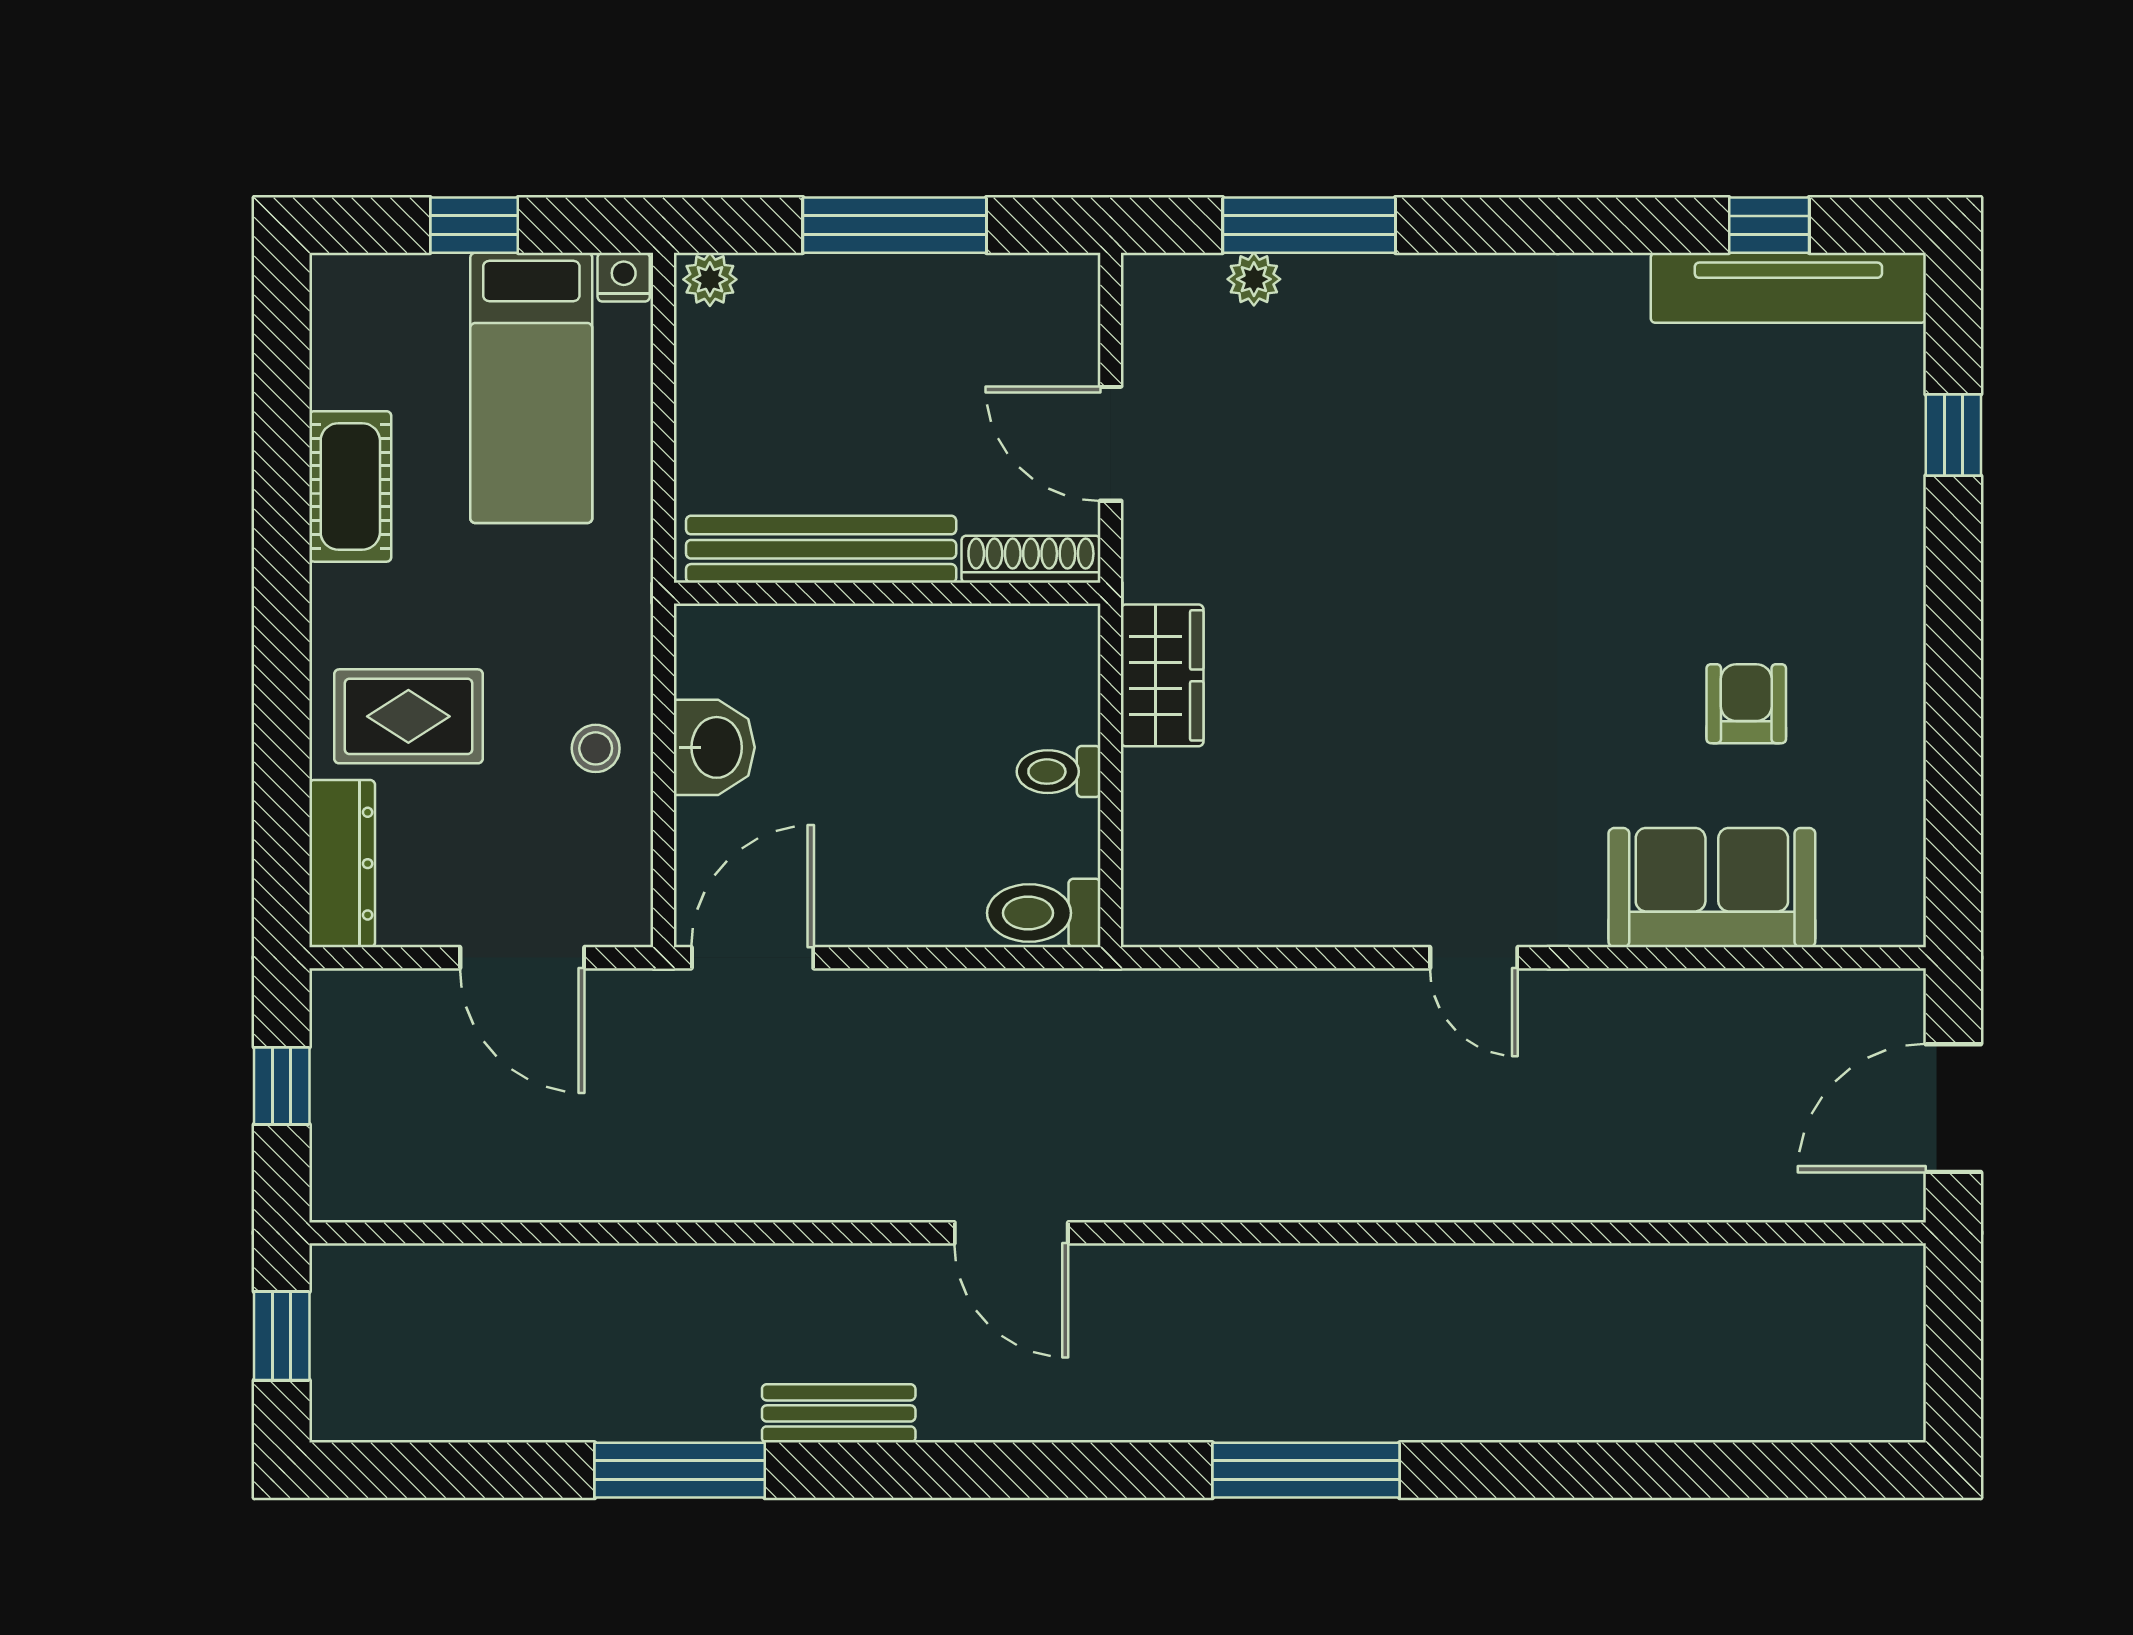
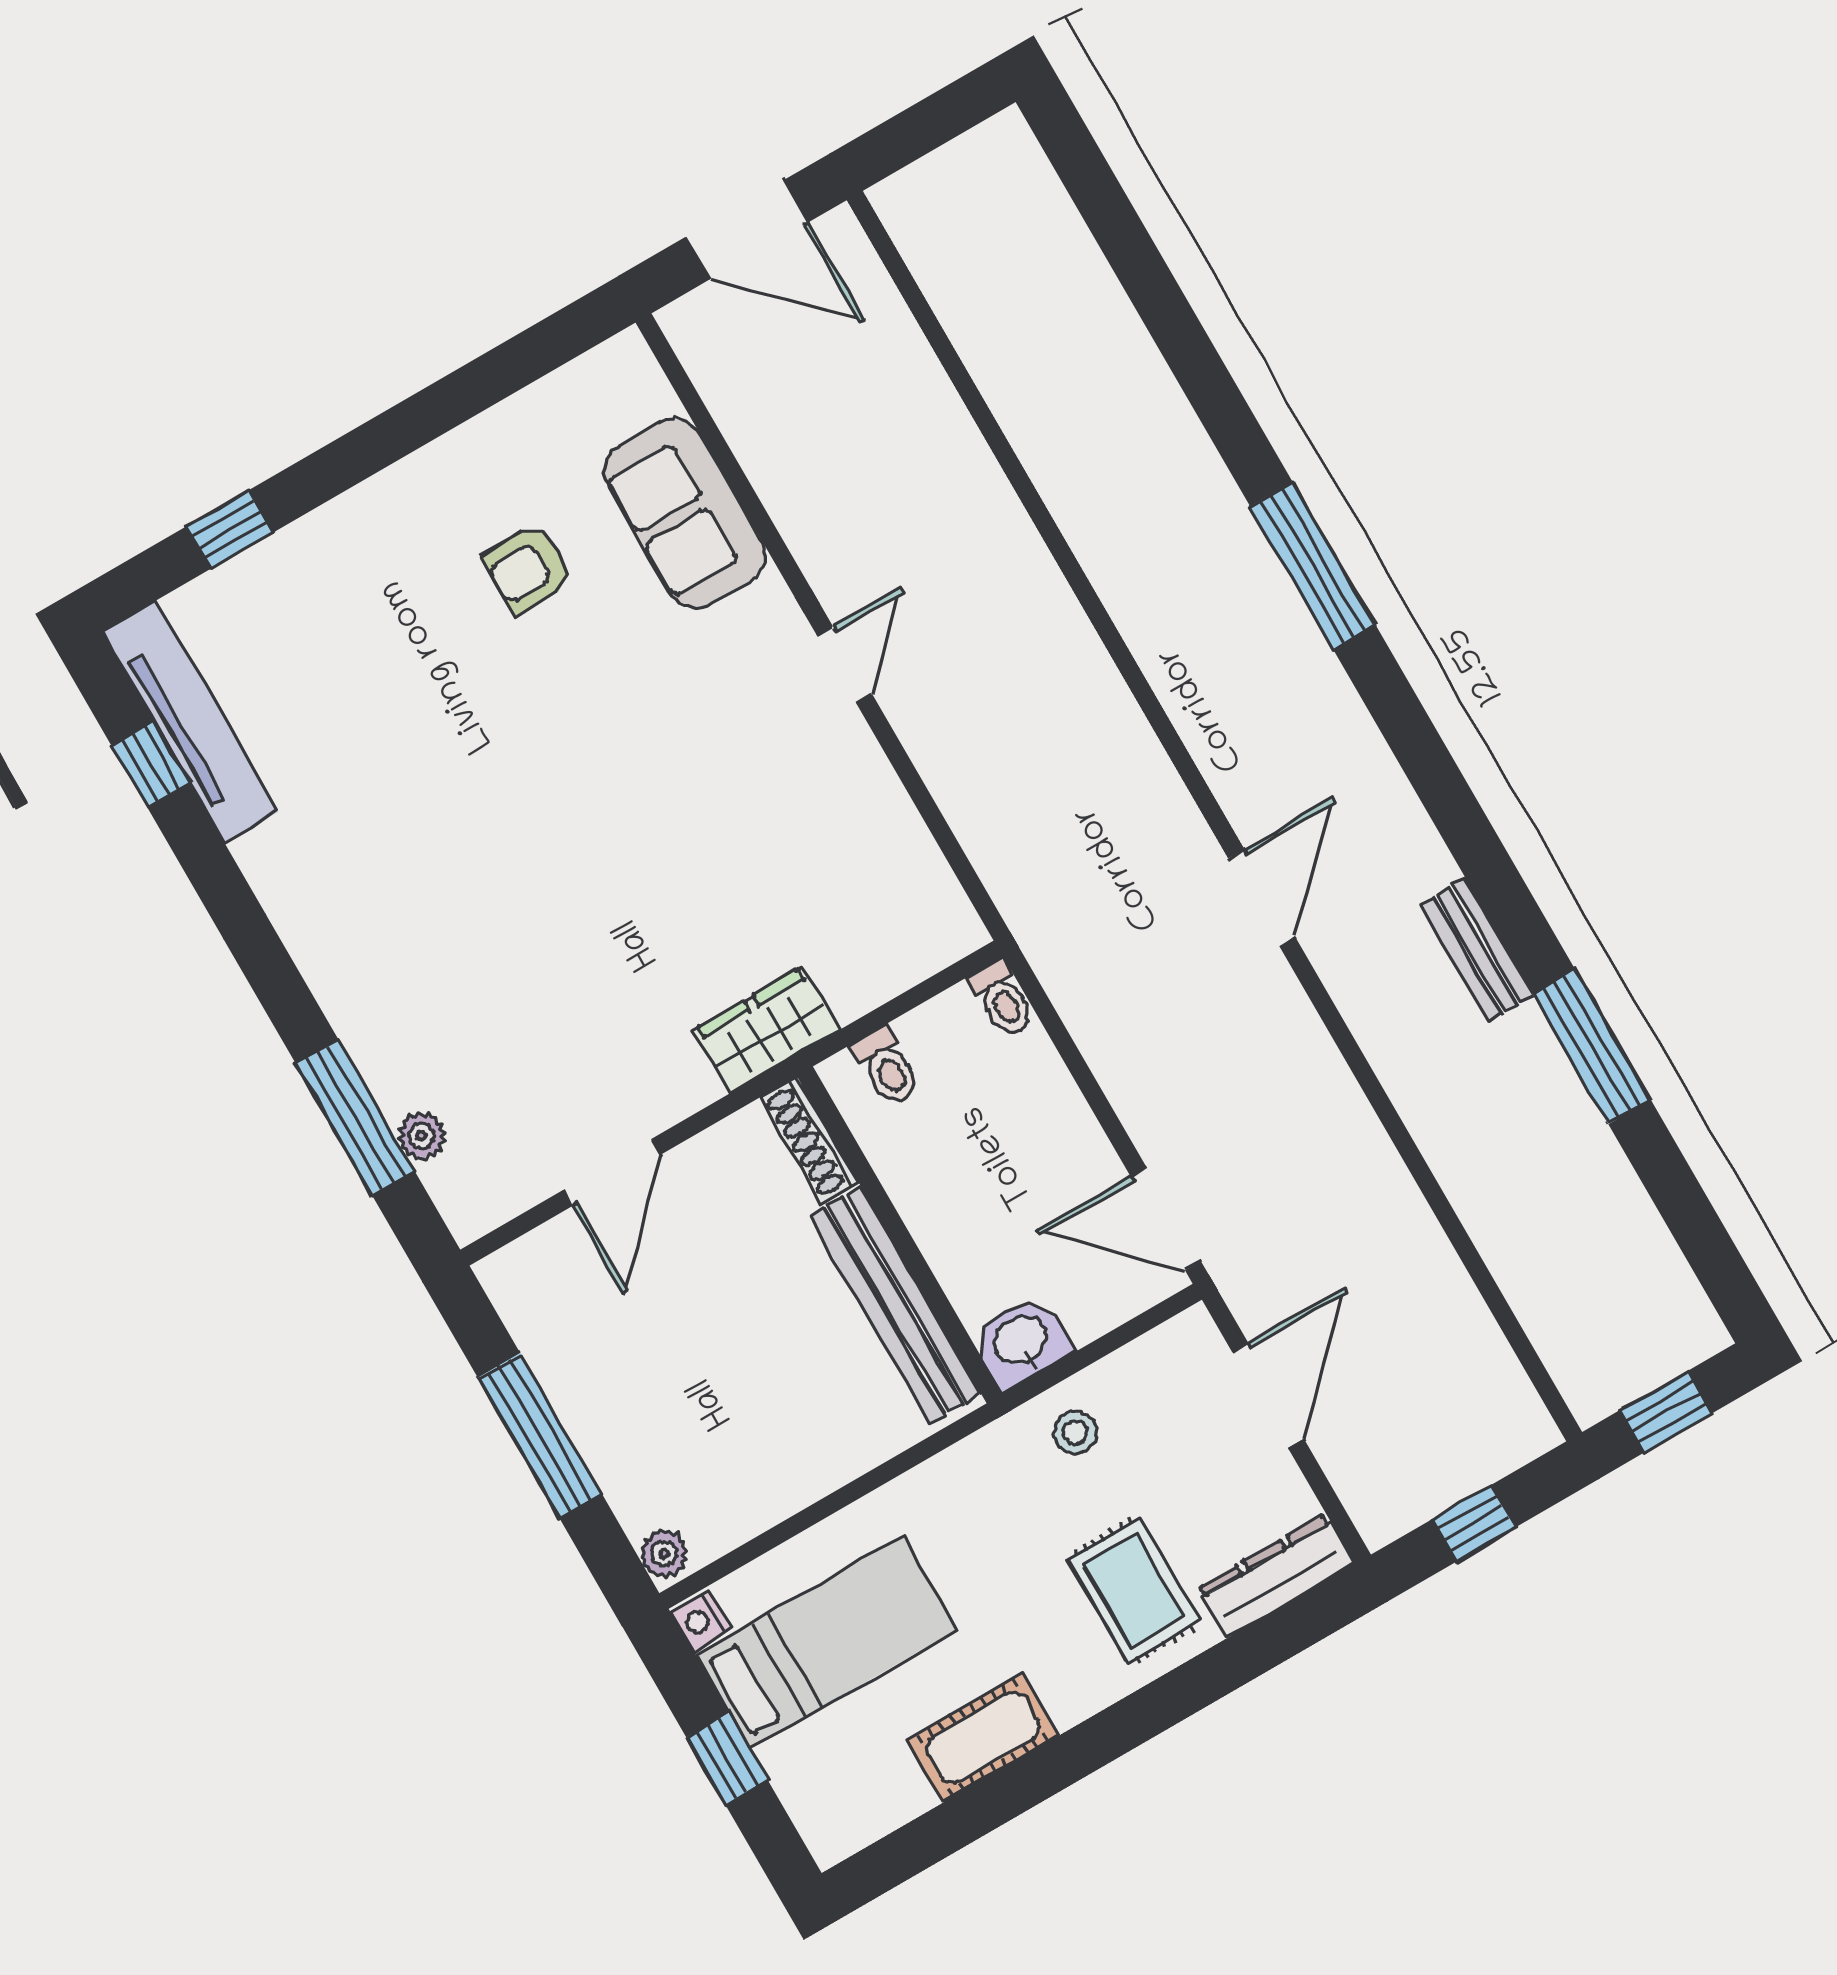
bench: (821, 549) -> (895, 1305), moved
shoe rack: (1031, 559) -> (810, 1140), moved
wall: (887, 593) -> (900, 1235), moved
toilet: (1044, 913) -> (1002, 999), width x0.73, depth x0.72

